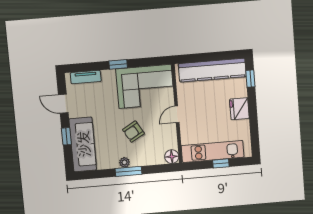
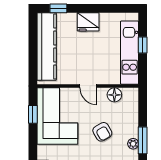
window: (118, 64) -> (33, 114), moved
floor lamp: (172, 157) -> (114, 95), moved

